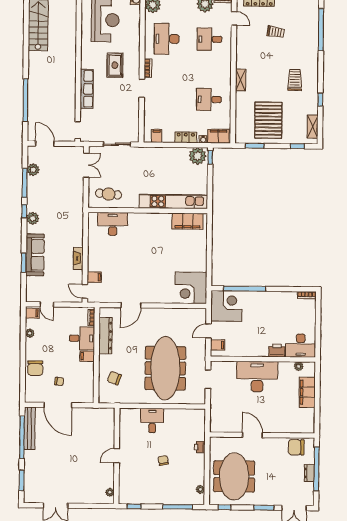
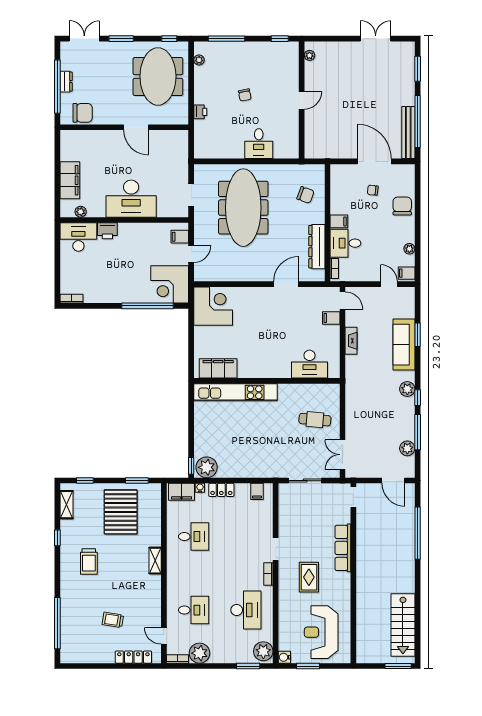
kitchen unit: (173, 202) -> (235, 392), moved
wall: (148, 211) -> (267, 381), moved
filing cabinet: (188, 221) -> (218, 368), moved
desk: (113, 224) -> (309, 364), moved

